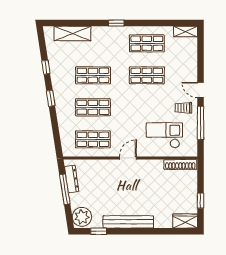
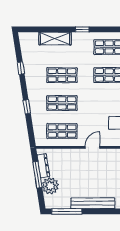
shelving: (73, 33) -> (55, 39), moved
window: (51, 98) -> (27, 107), moved
plant: (82, 217) -> (50, 186), moved
window: (99, 231) -> (67, 211), width x2.17

